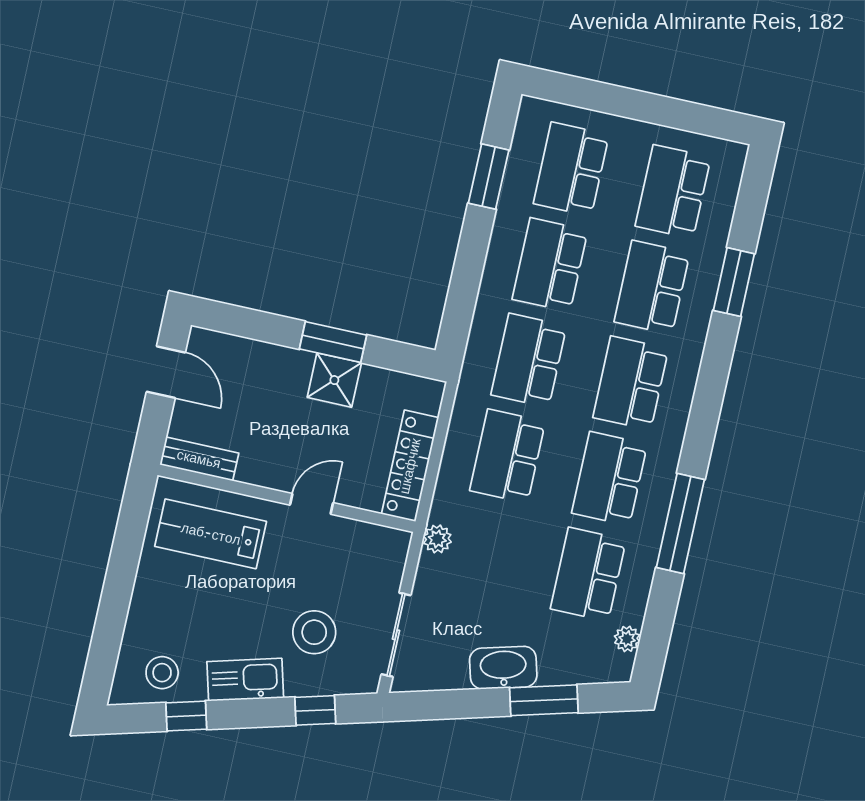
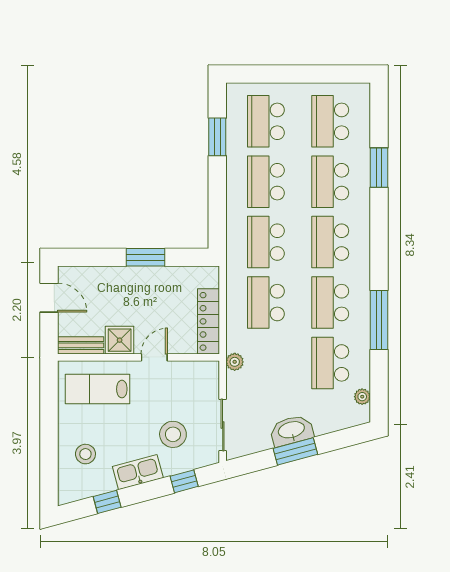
shower: (334, 380) -> (120, 340), moved
stool: (162, 673) -> (85, 454), moved
window: (544, 700) -> (295, 451), moved

